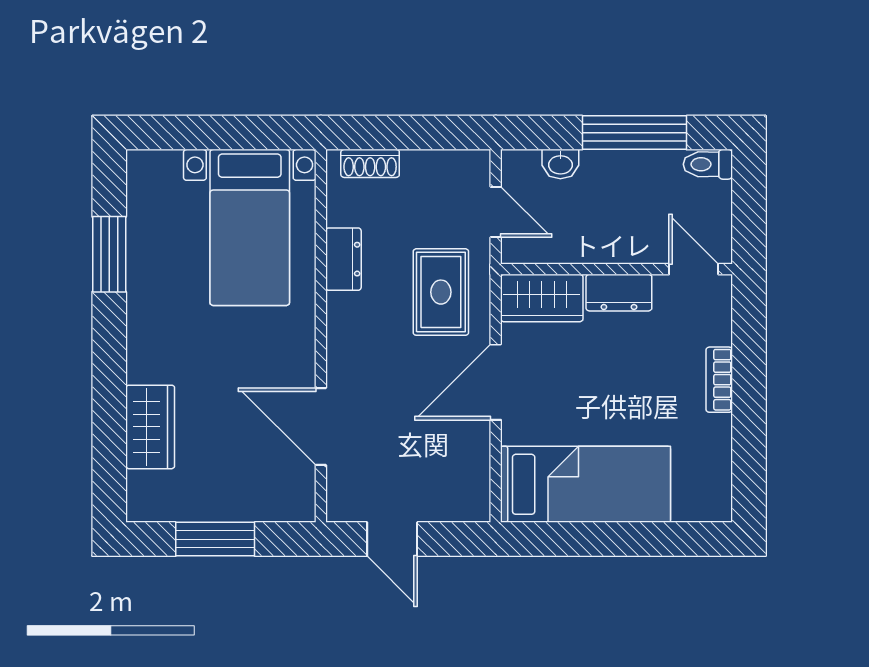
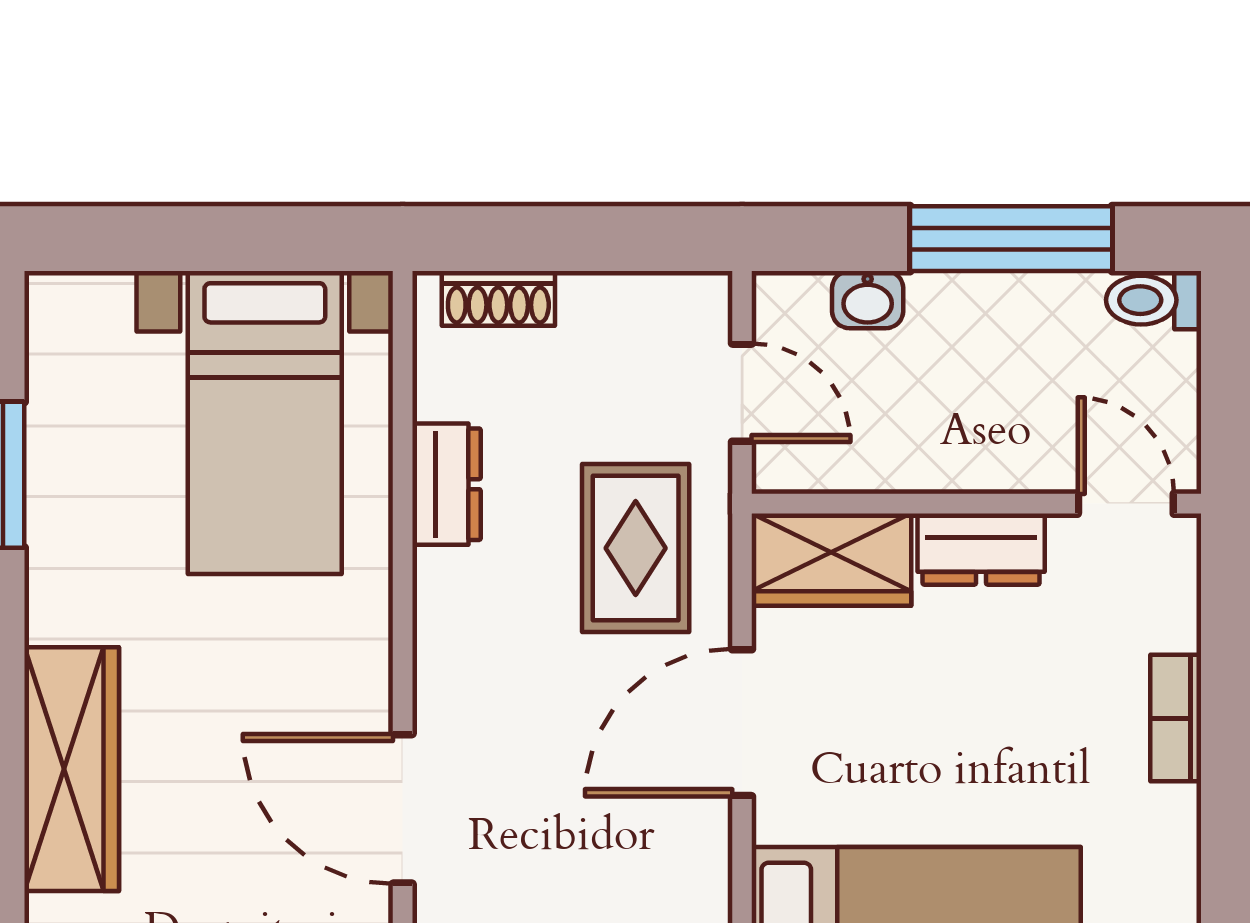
wardrobe: (150, 427) -> (72, 769), width x1.50

